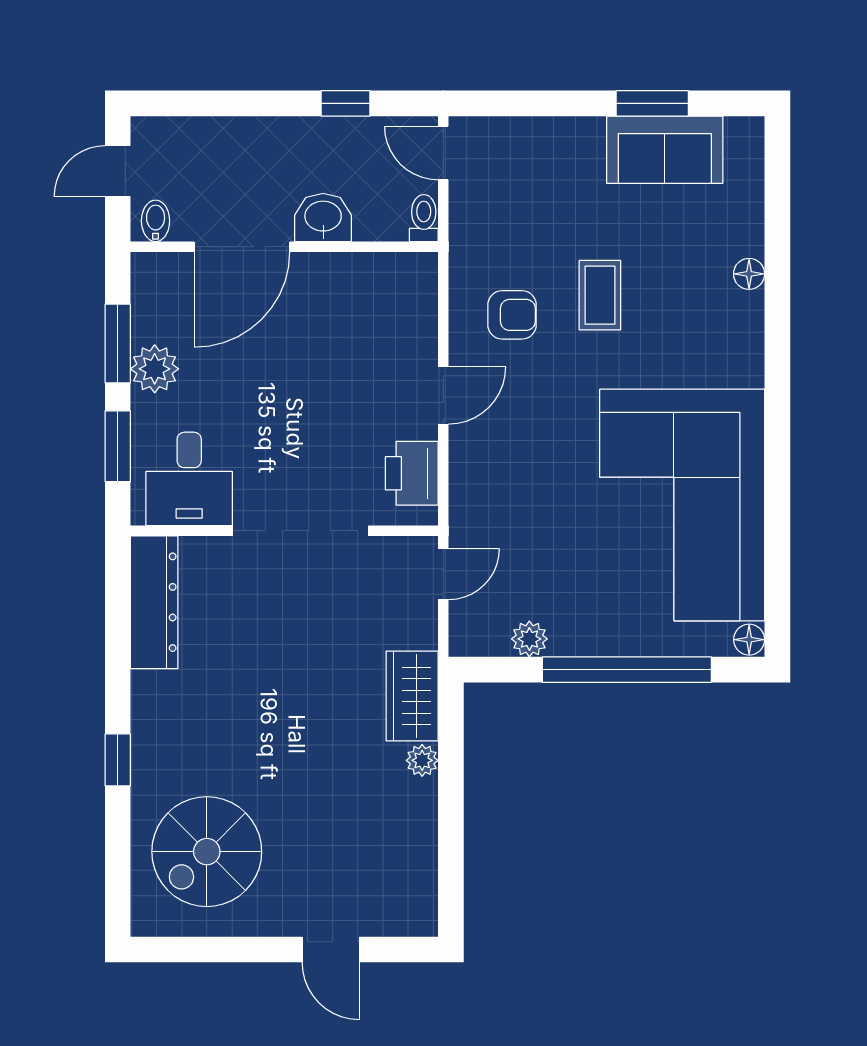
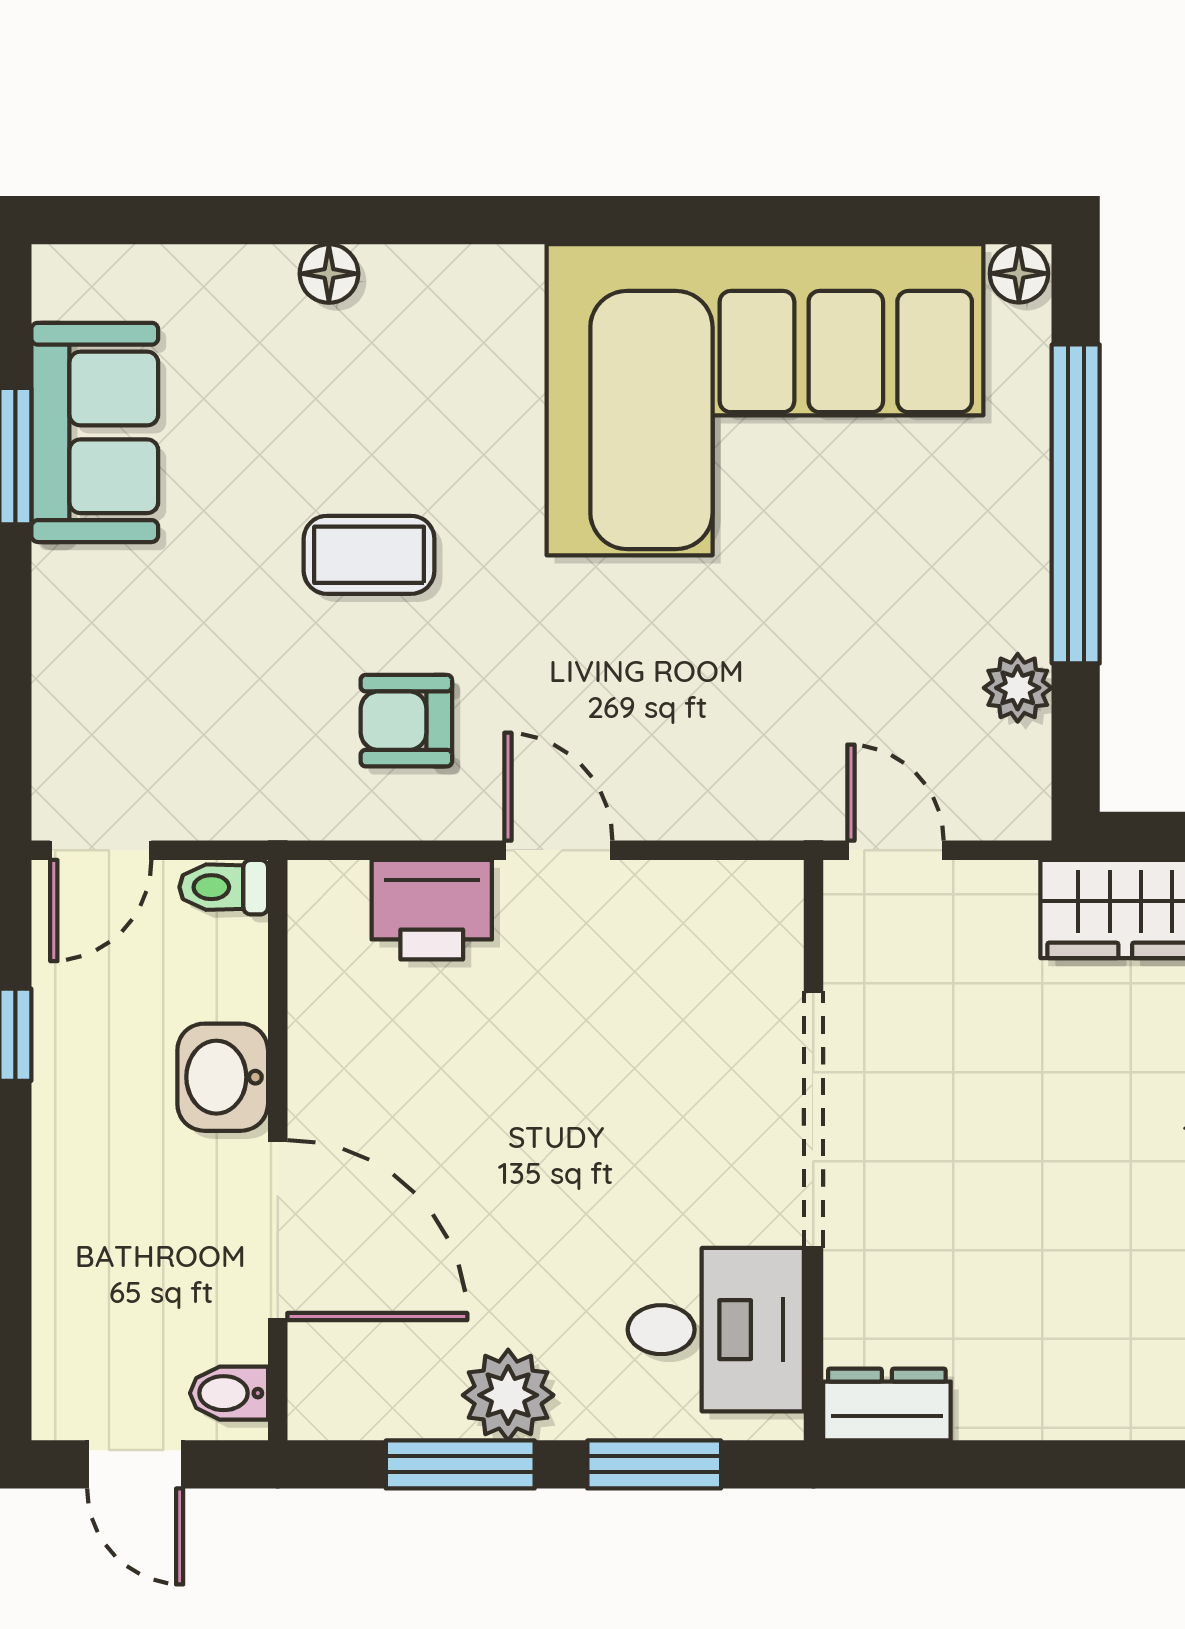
armchair: (512, 315) -> (406, 721), turned -90
printer: (412, 473) -> (432, 910), moved
dresser: (154, 602) -> (887, 1405), width x0.51, depth x0.80

